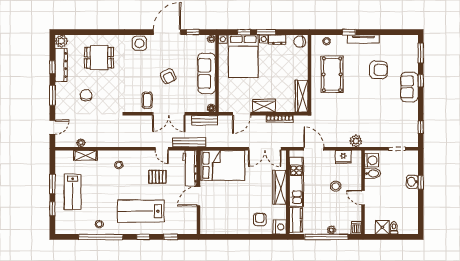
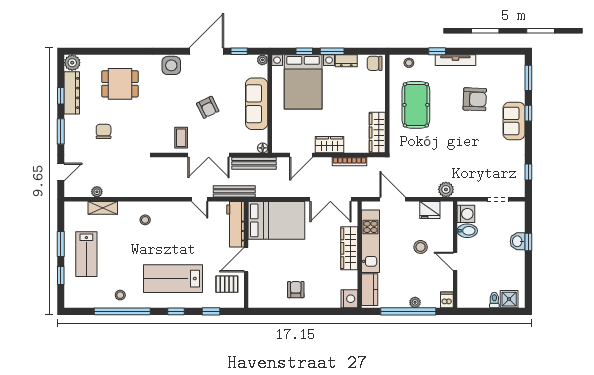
bench: (205, 120) -> (254, 163), width x1.36
pallet: (157, 177) -> (227, 284), moved
armchair: (260, 219) -> (296, 290), moved
shower: (382, 227) -> (509, 299), moved

